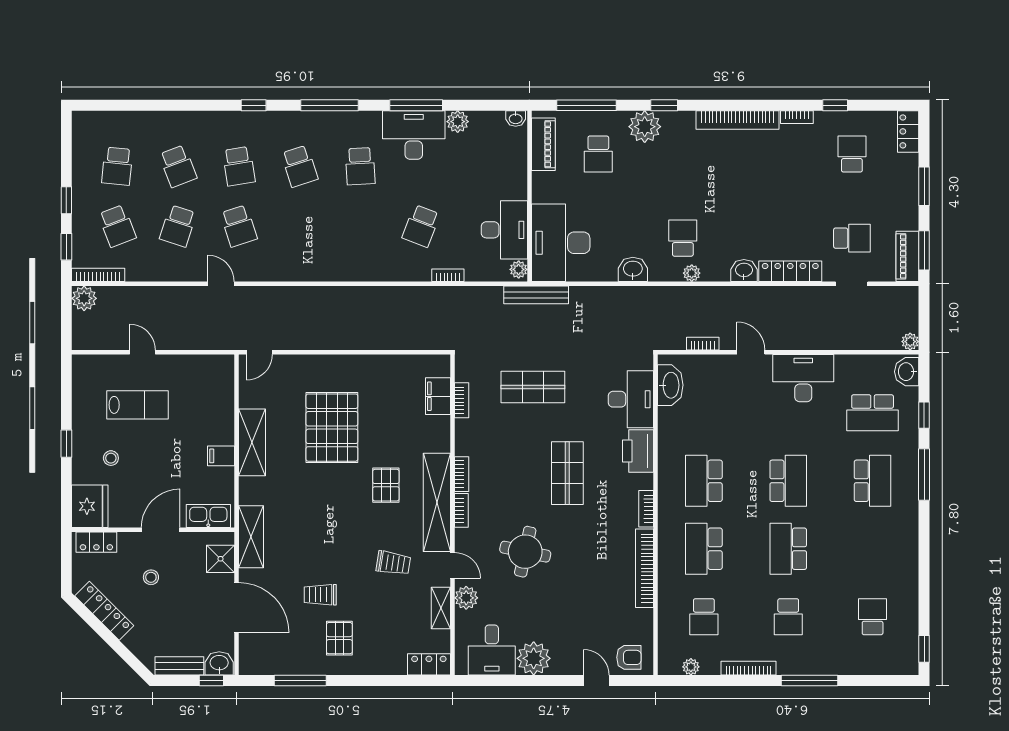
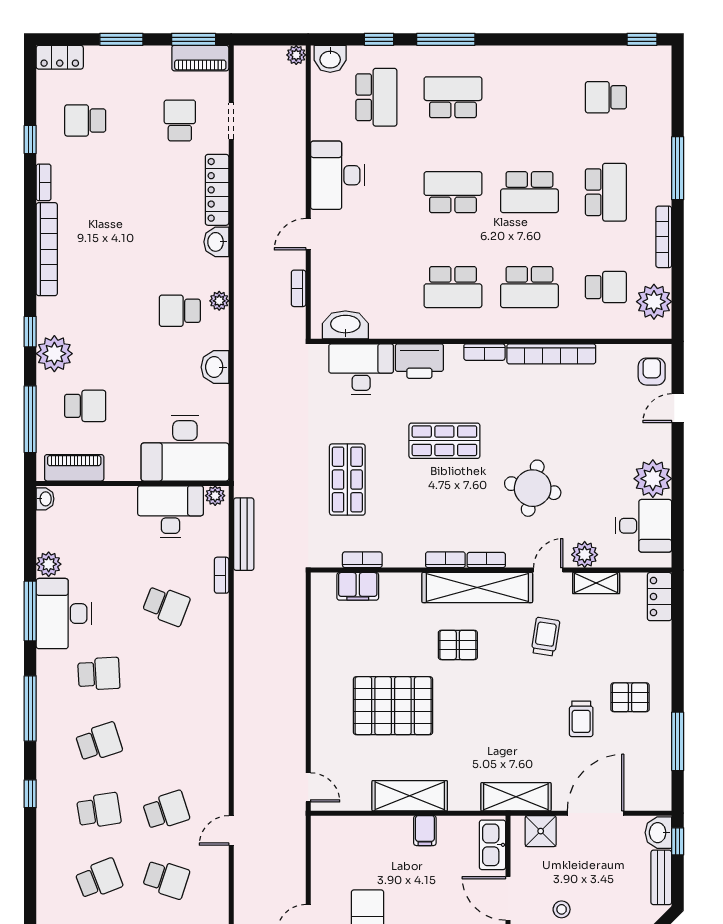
bench: (536, 295) -> (244, 534), moved
school desk: (788, 617) -> (606, 192), width x1.85
plant: (691, 667) -> (654, 302), width x1.88, depth x1.88

